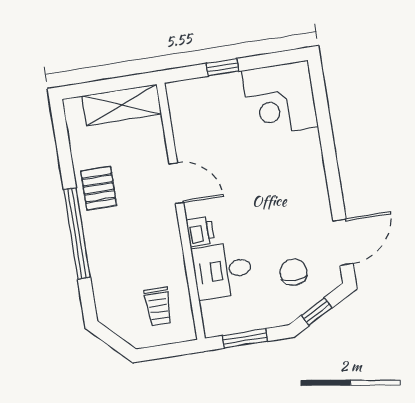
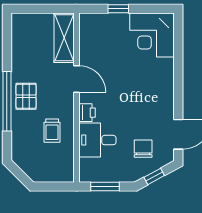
shelving: (122, 105) -> (64, 38), moved, turned 90
pallet: (99, 188) -> (26, 96), moved
trolley: (158, 306) -> (52, 131), moved

